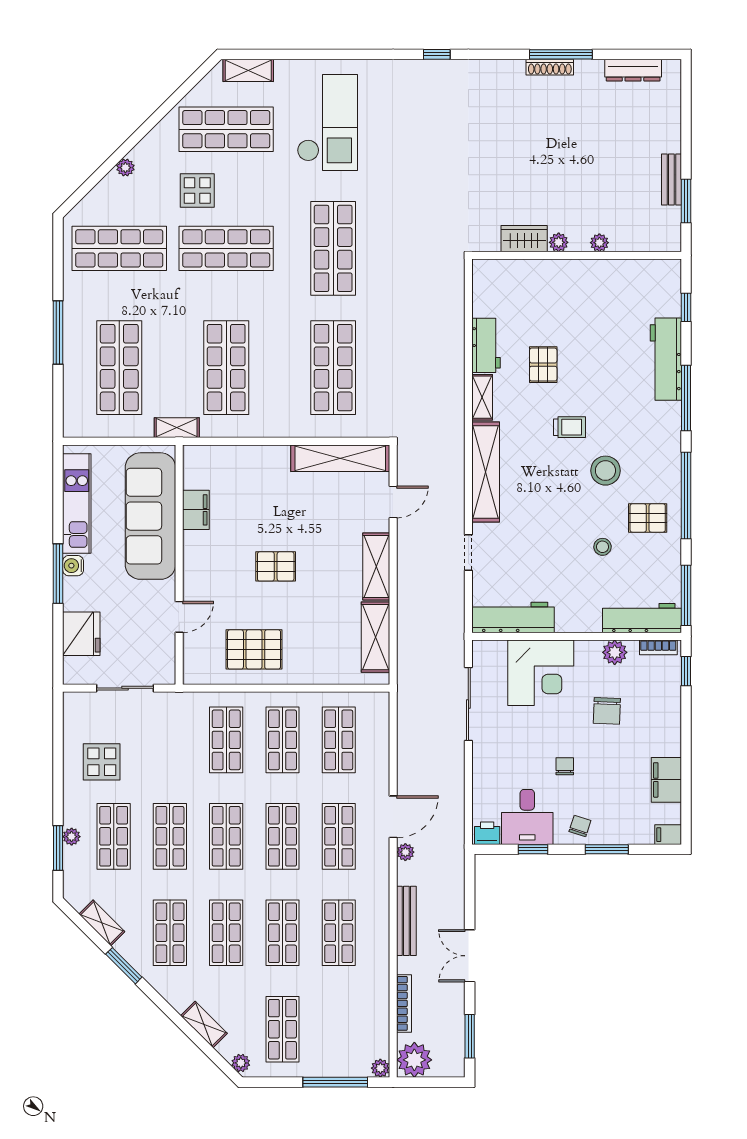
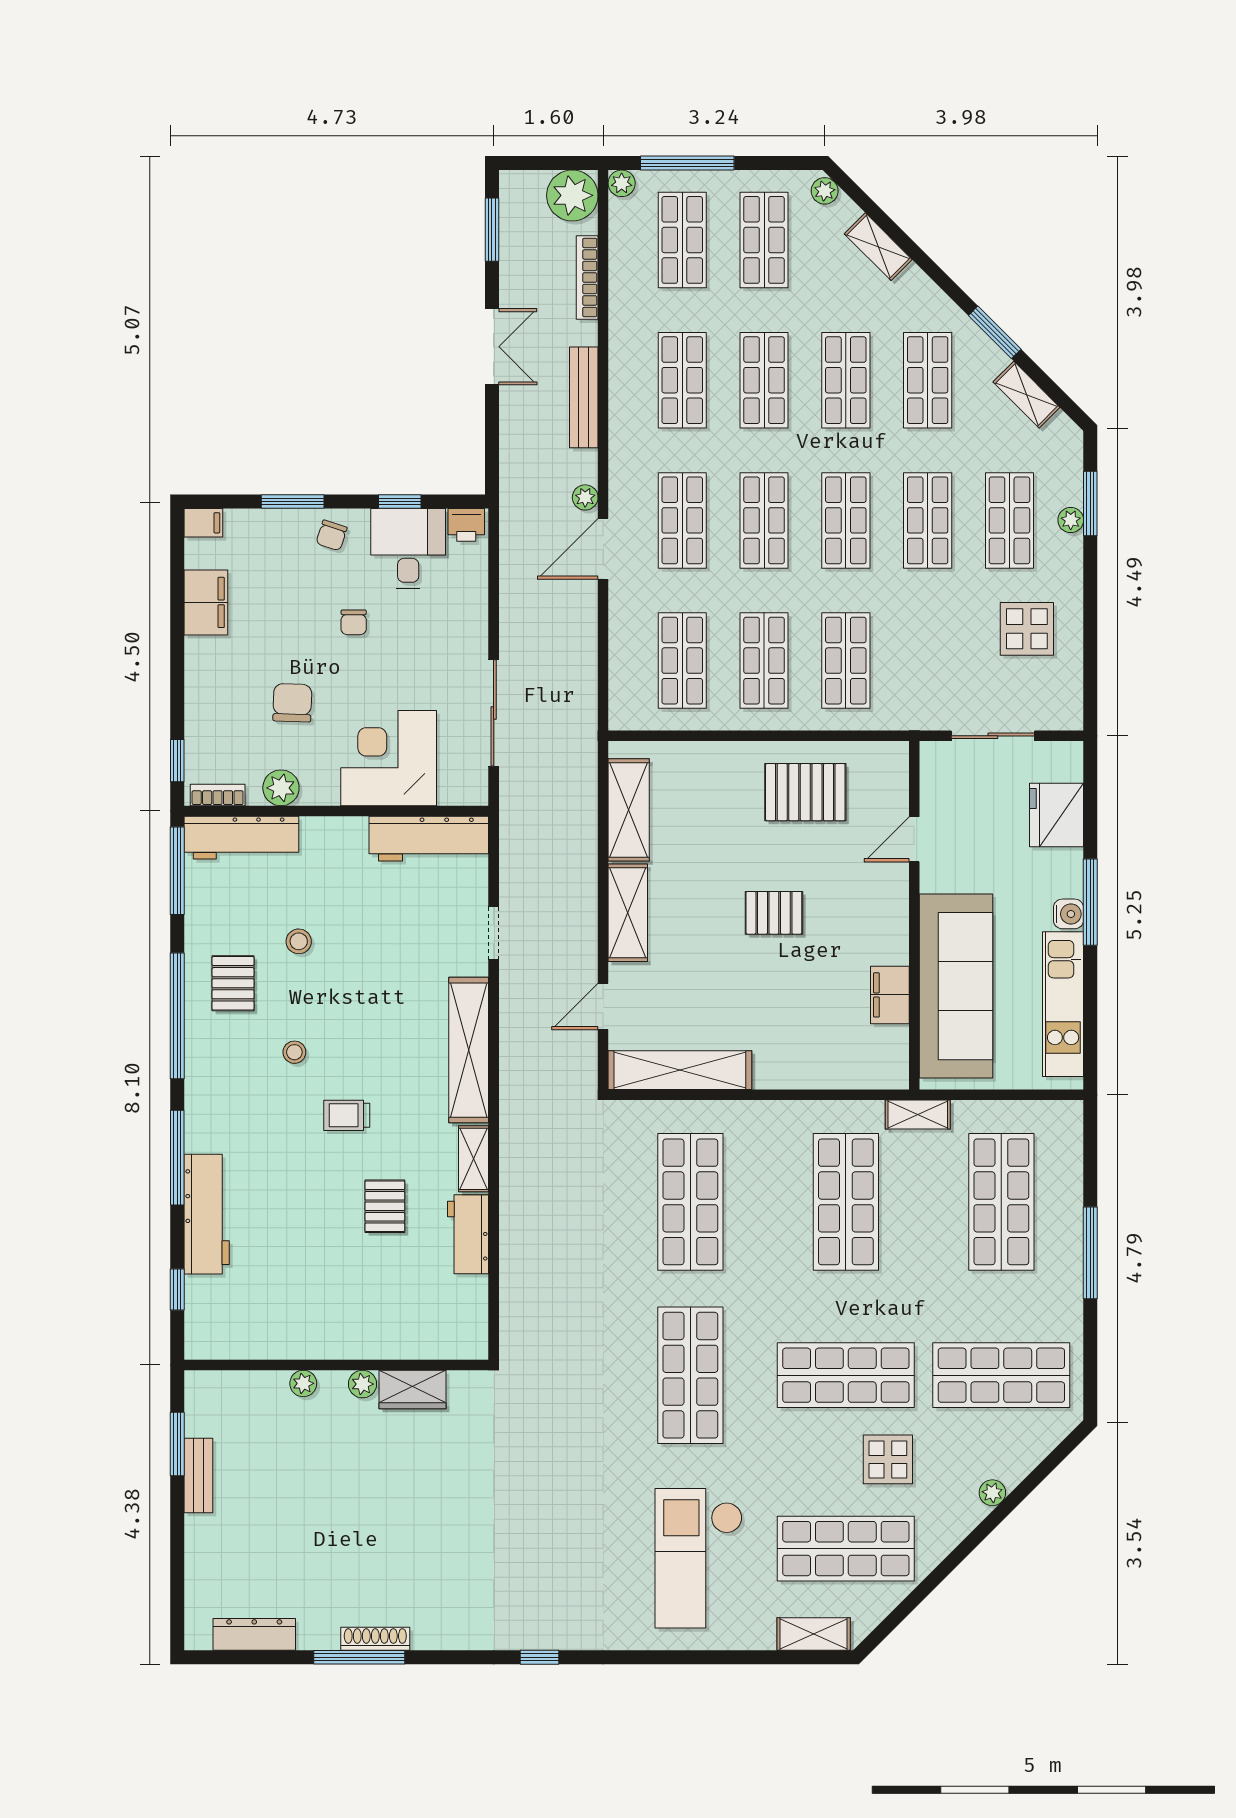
stool: (605, 471) -> (294, 1052), width x0.53, depth x0.53
pallet: (648, 518) -> (233, 983), turned 90
shop shelf: (339, 1029) -> (682, 240), added

